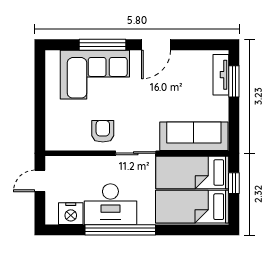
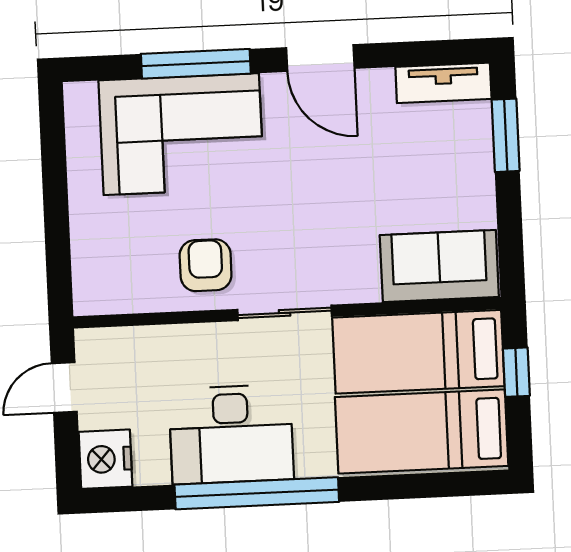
door: (156, 45) -> (320, 58), hinge flipped
tv unit: (221, 75) -> (443, 83), moved, turned -90
sofa: (194, 136) -> (439, 266), width x0.73
nightstand: (71, 214) -> (105, 459), moved, turned 90

